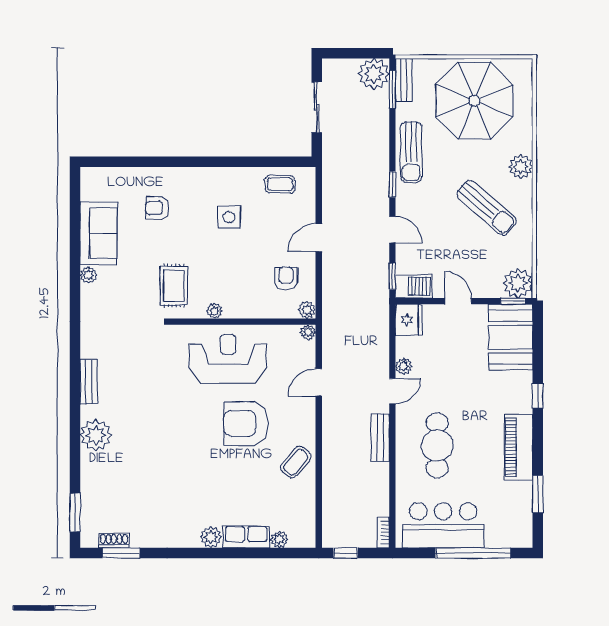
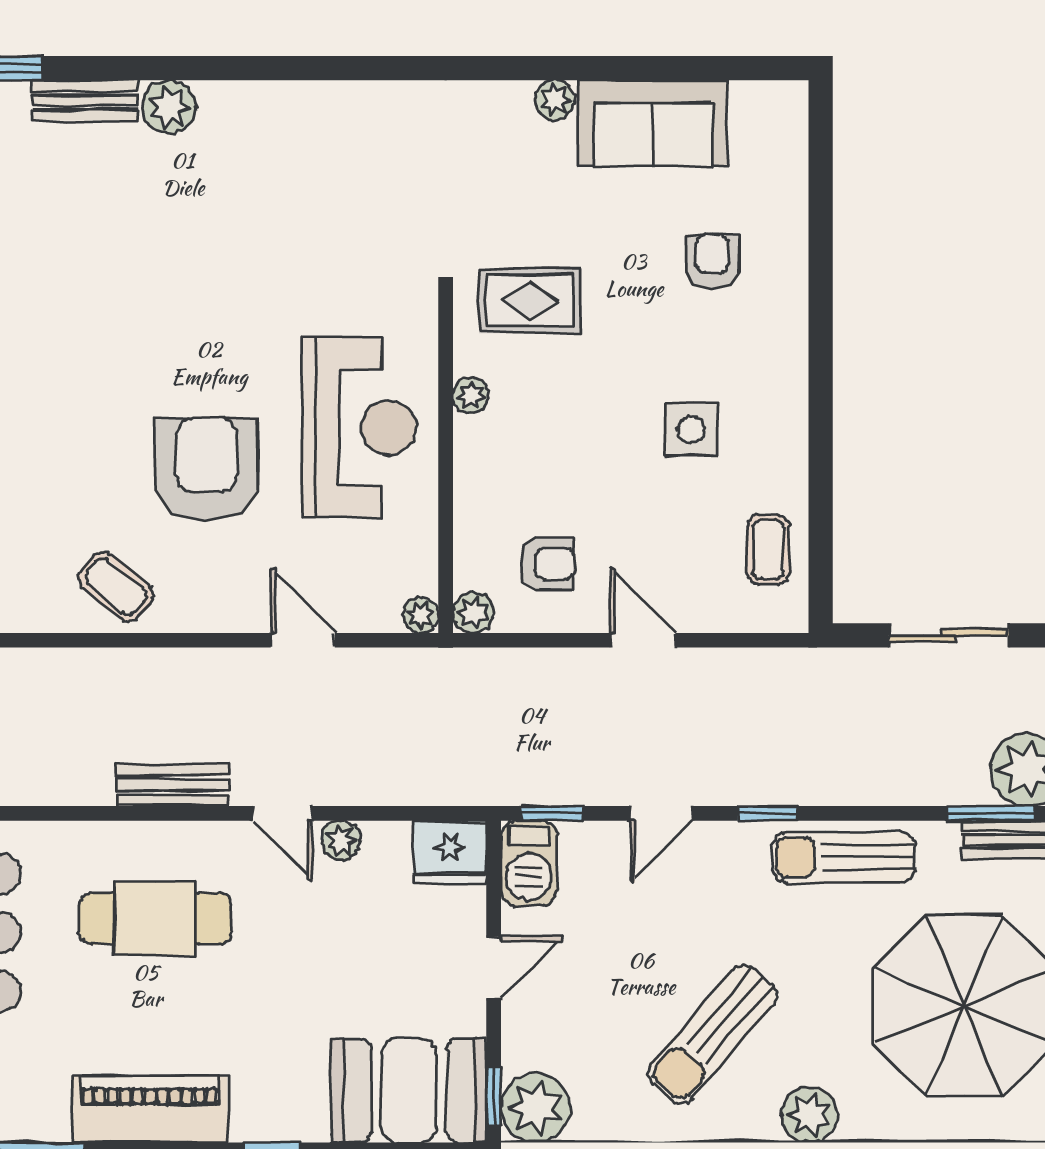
bench: (89, 382) -> (85, 100), moved
plant: (96, 435) -> (169, 107), width x0.73, depth x0.73

